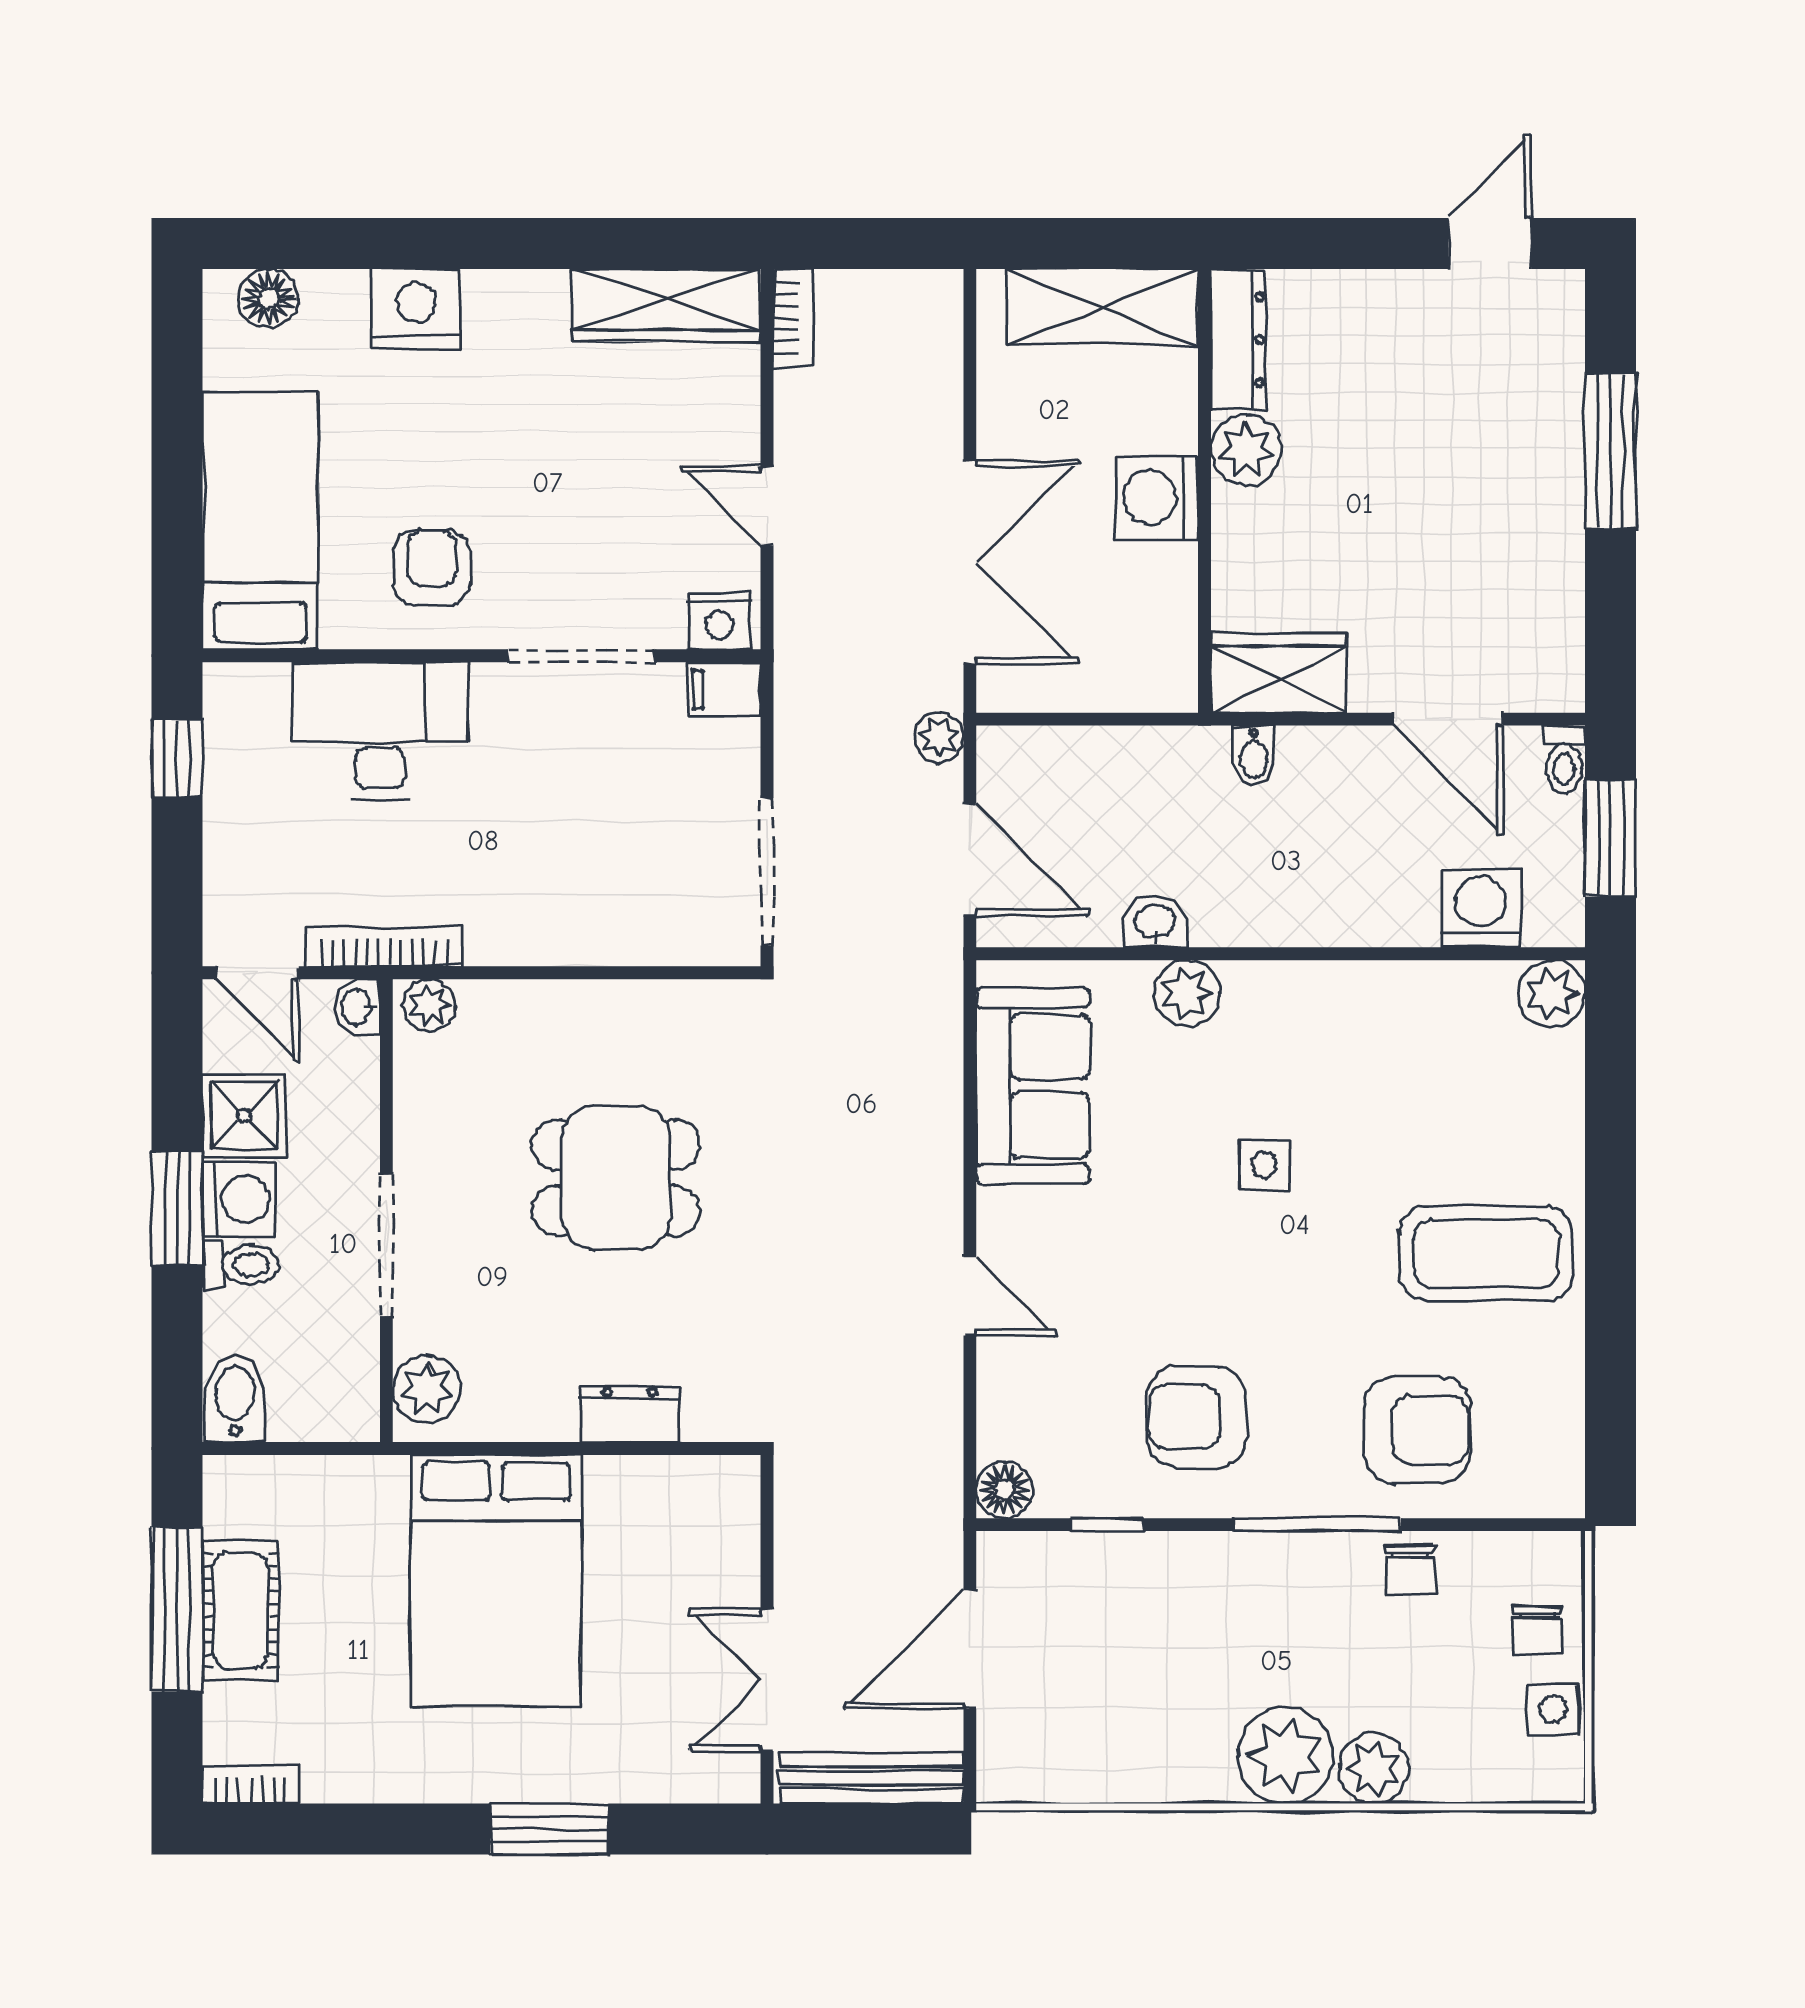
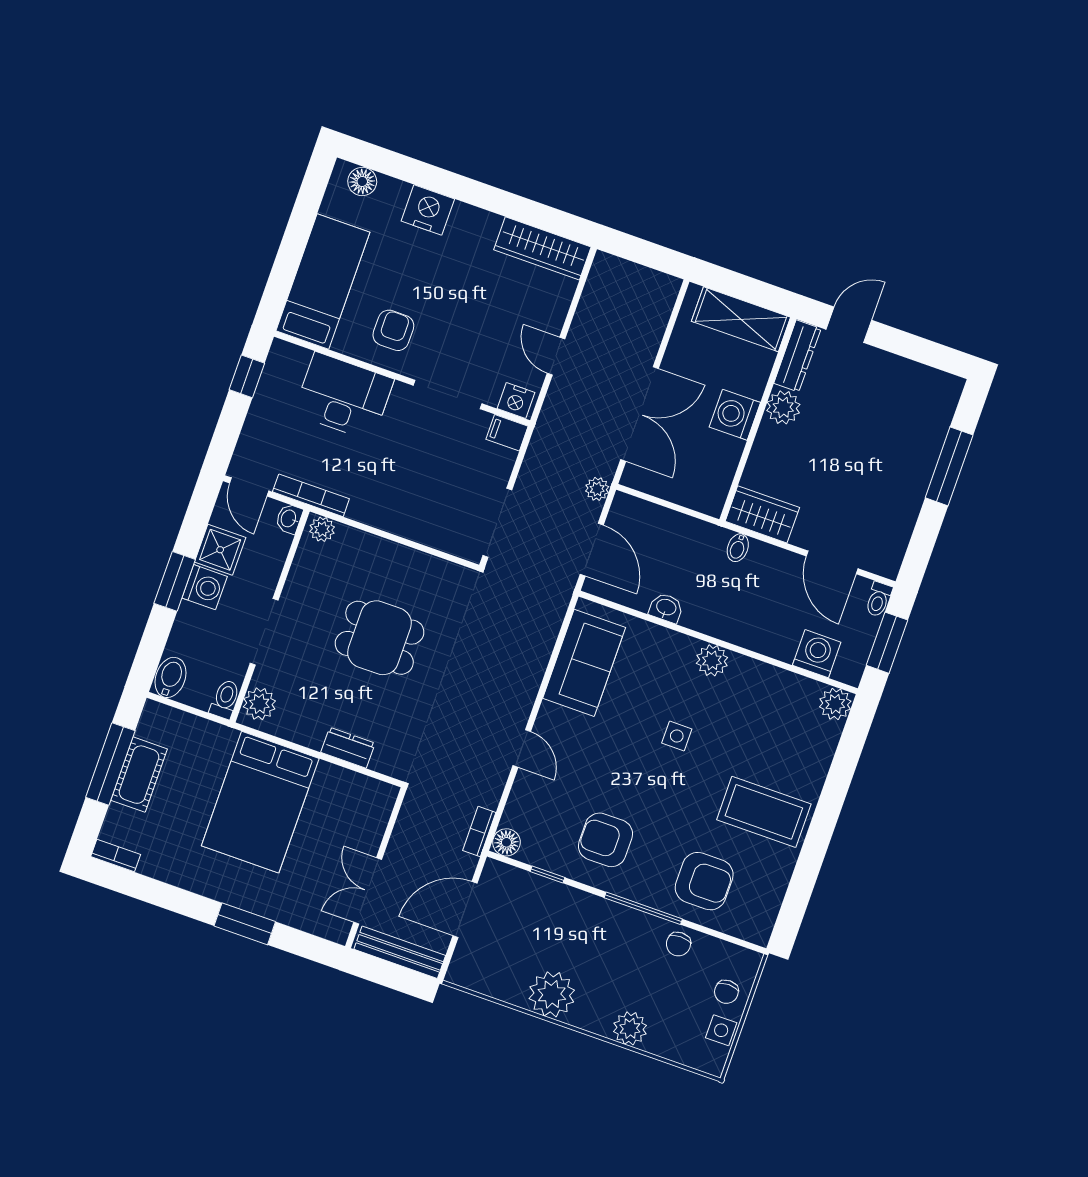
door: (1490, 243) -> (849, 325), moved
bookcase: (793, 318) -> (479, 831), moved, turned 180
plant: (1187, 993) -> (712, 660), moved
toilet: (241, 1265) -> (225, 699), moved, turned -90
plant: (1286, 1756) -> (552, 994), moved

